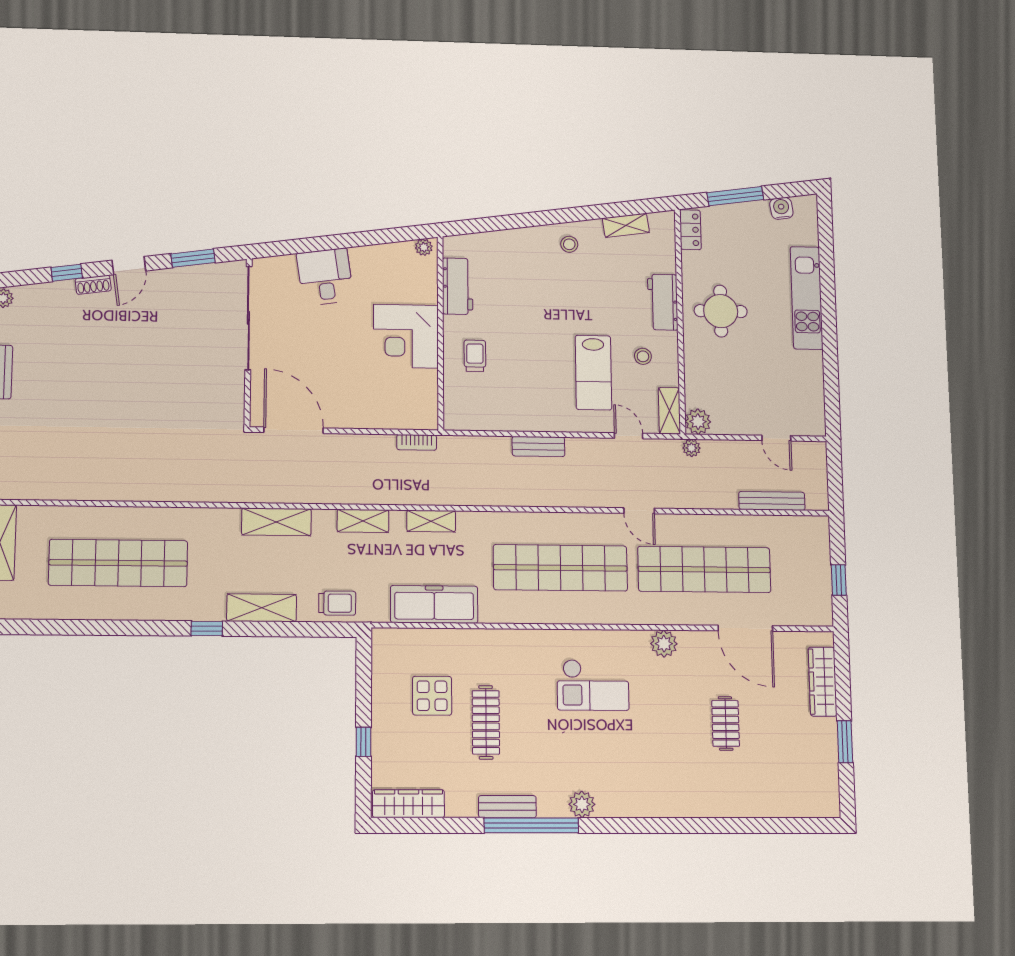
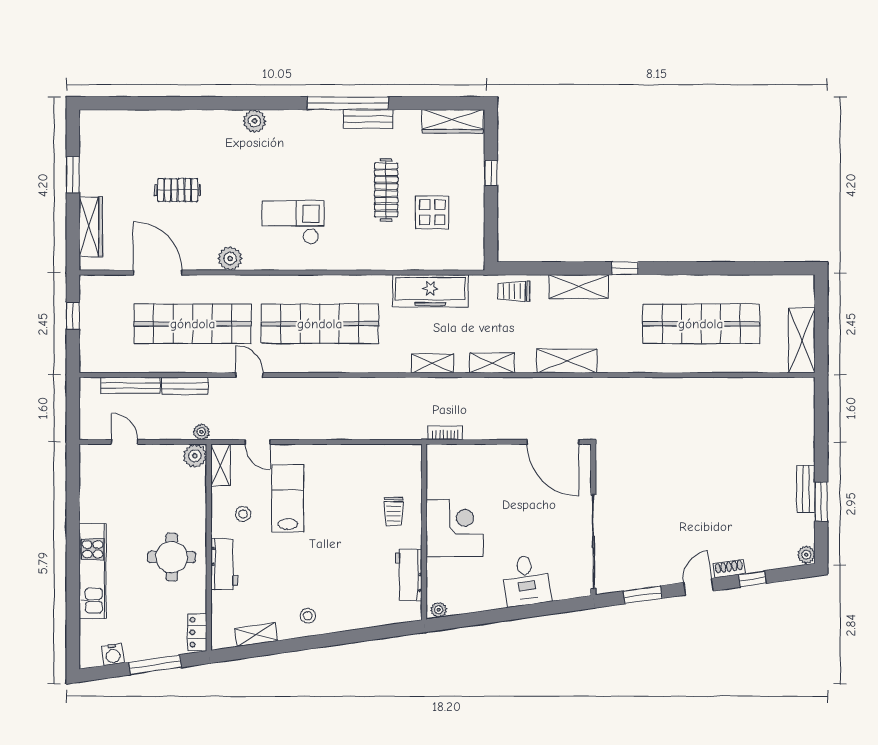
bench: (538, 446) -> (185, 386), moved
clothes rail: (726, 723) -> (178, 190), turned 90
plant: (582, 804) -> (254, 121), moved

